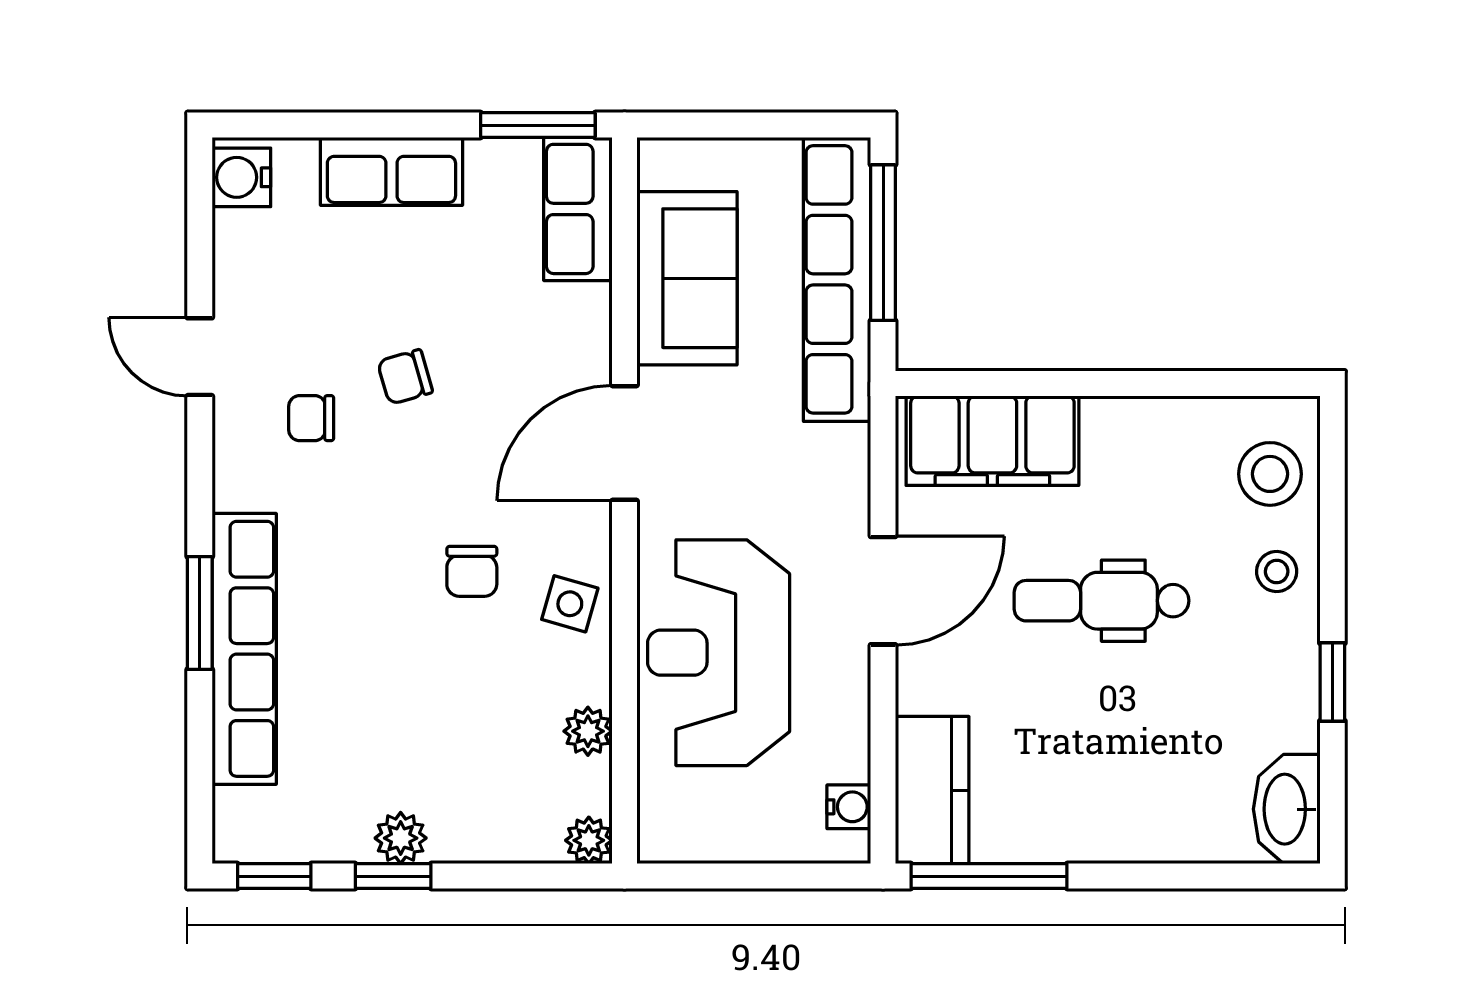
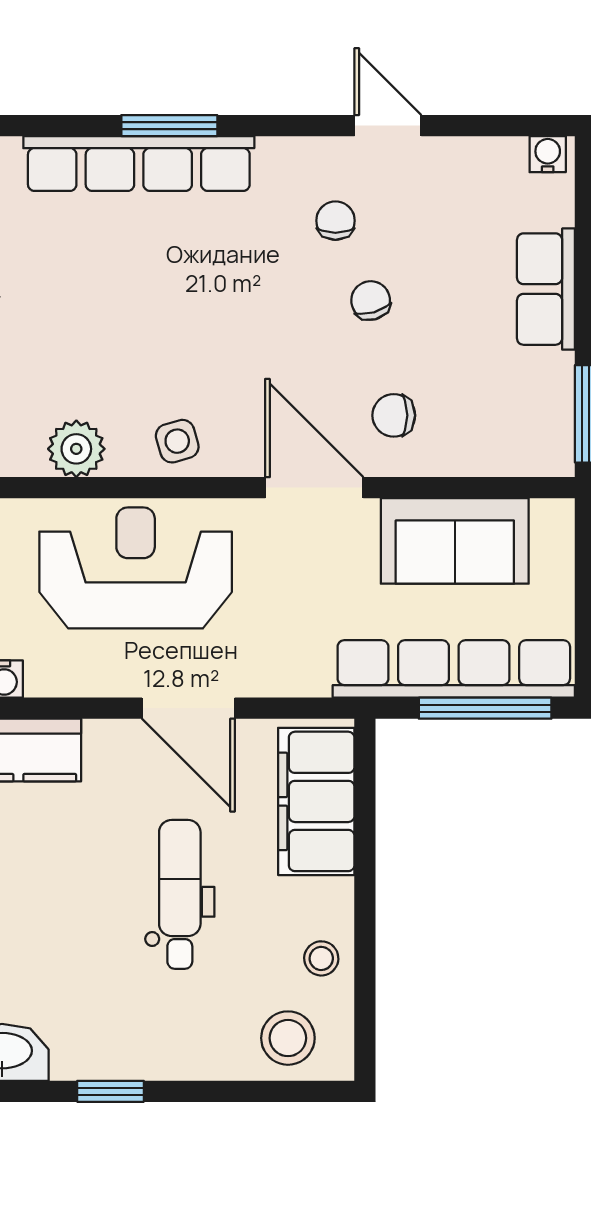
water cooler: (241, 177) -> (548, 154), width x0.72, depth x0.72
row of seats: (578, 209) -> (514, 448), removed
door: (200, 357) -> (388, 126), hinge flipped
chair: (472, 571) -> (394, 415), moved
stool: (1277, 571) -> (321, 958), moved
side table: (570, 604) -> (177, 441), turned -32
plant: (588, 731) -> (76, 449), width x1.38, depth x1.38

